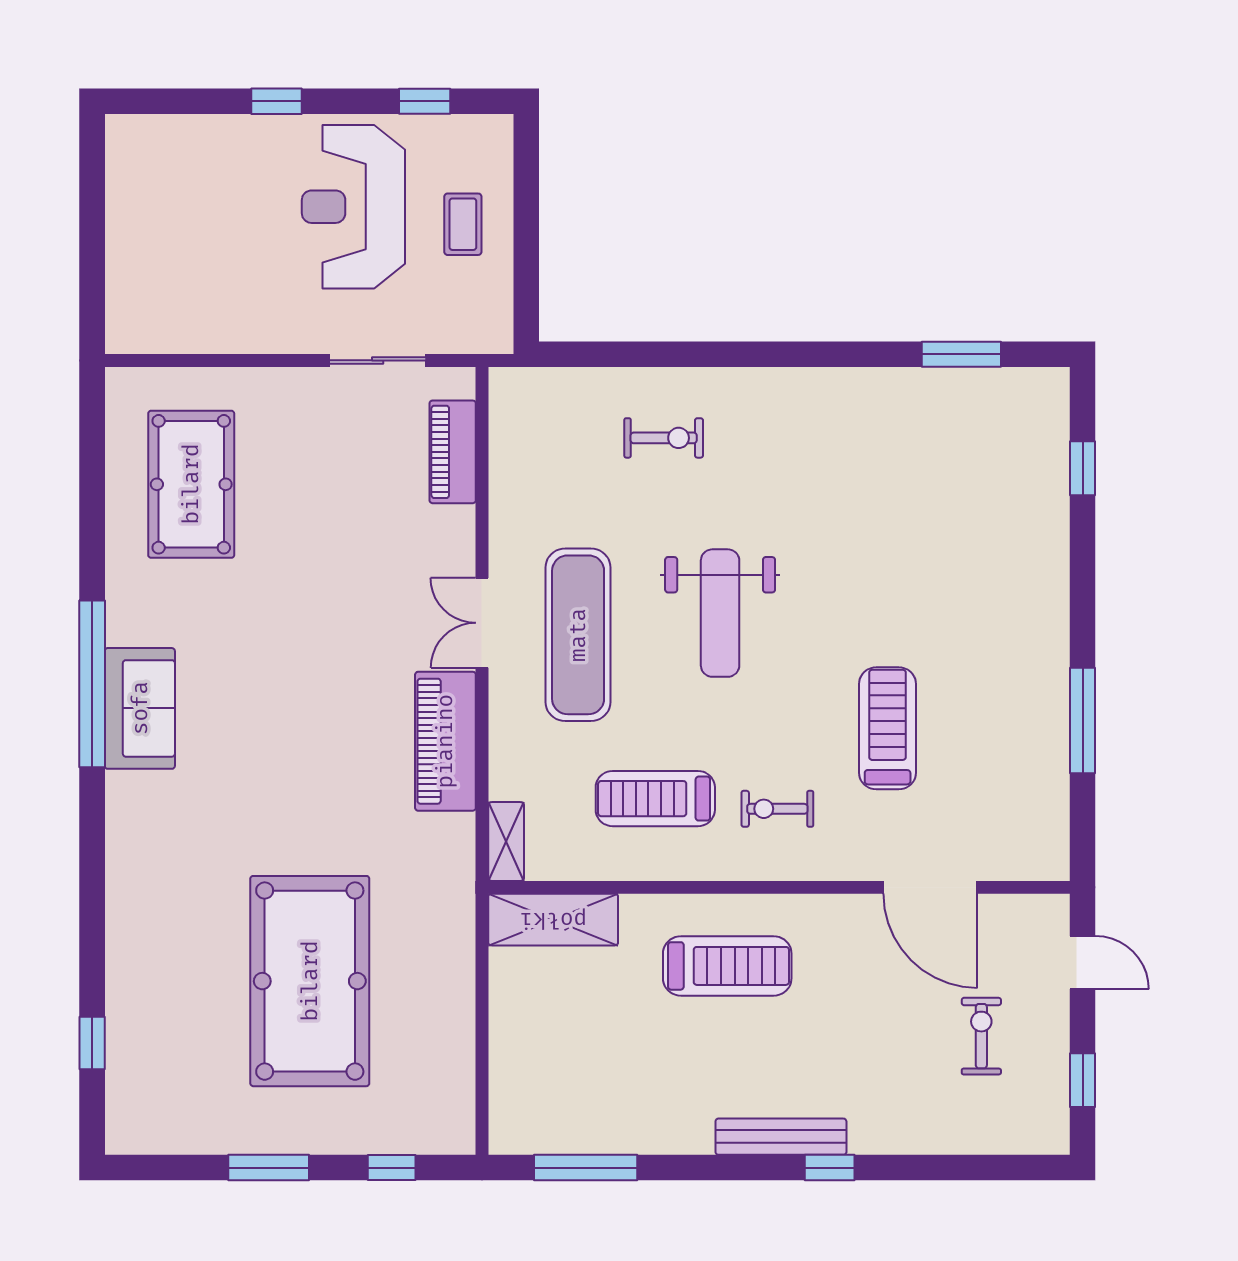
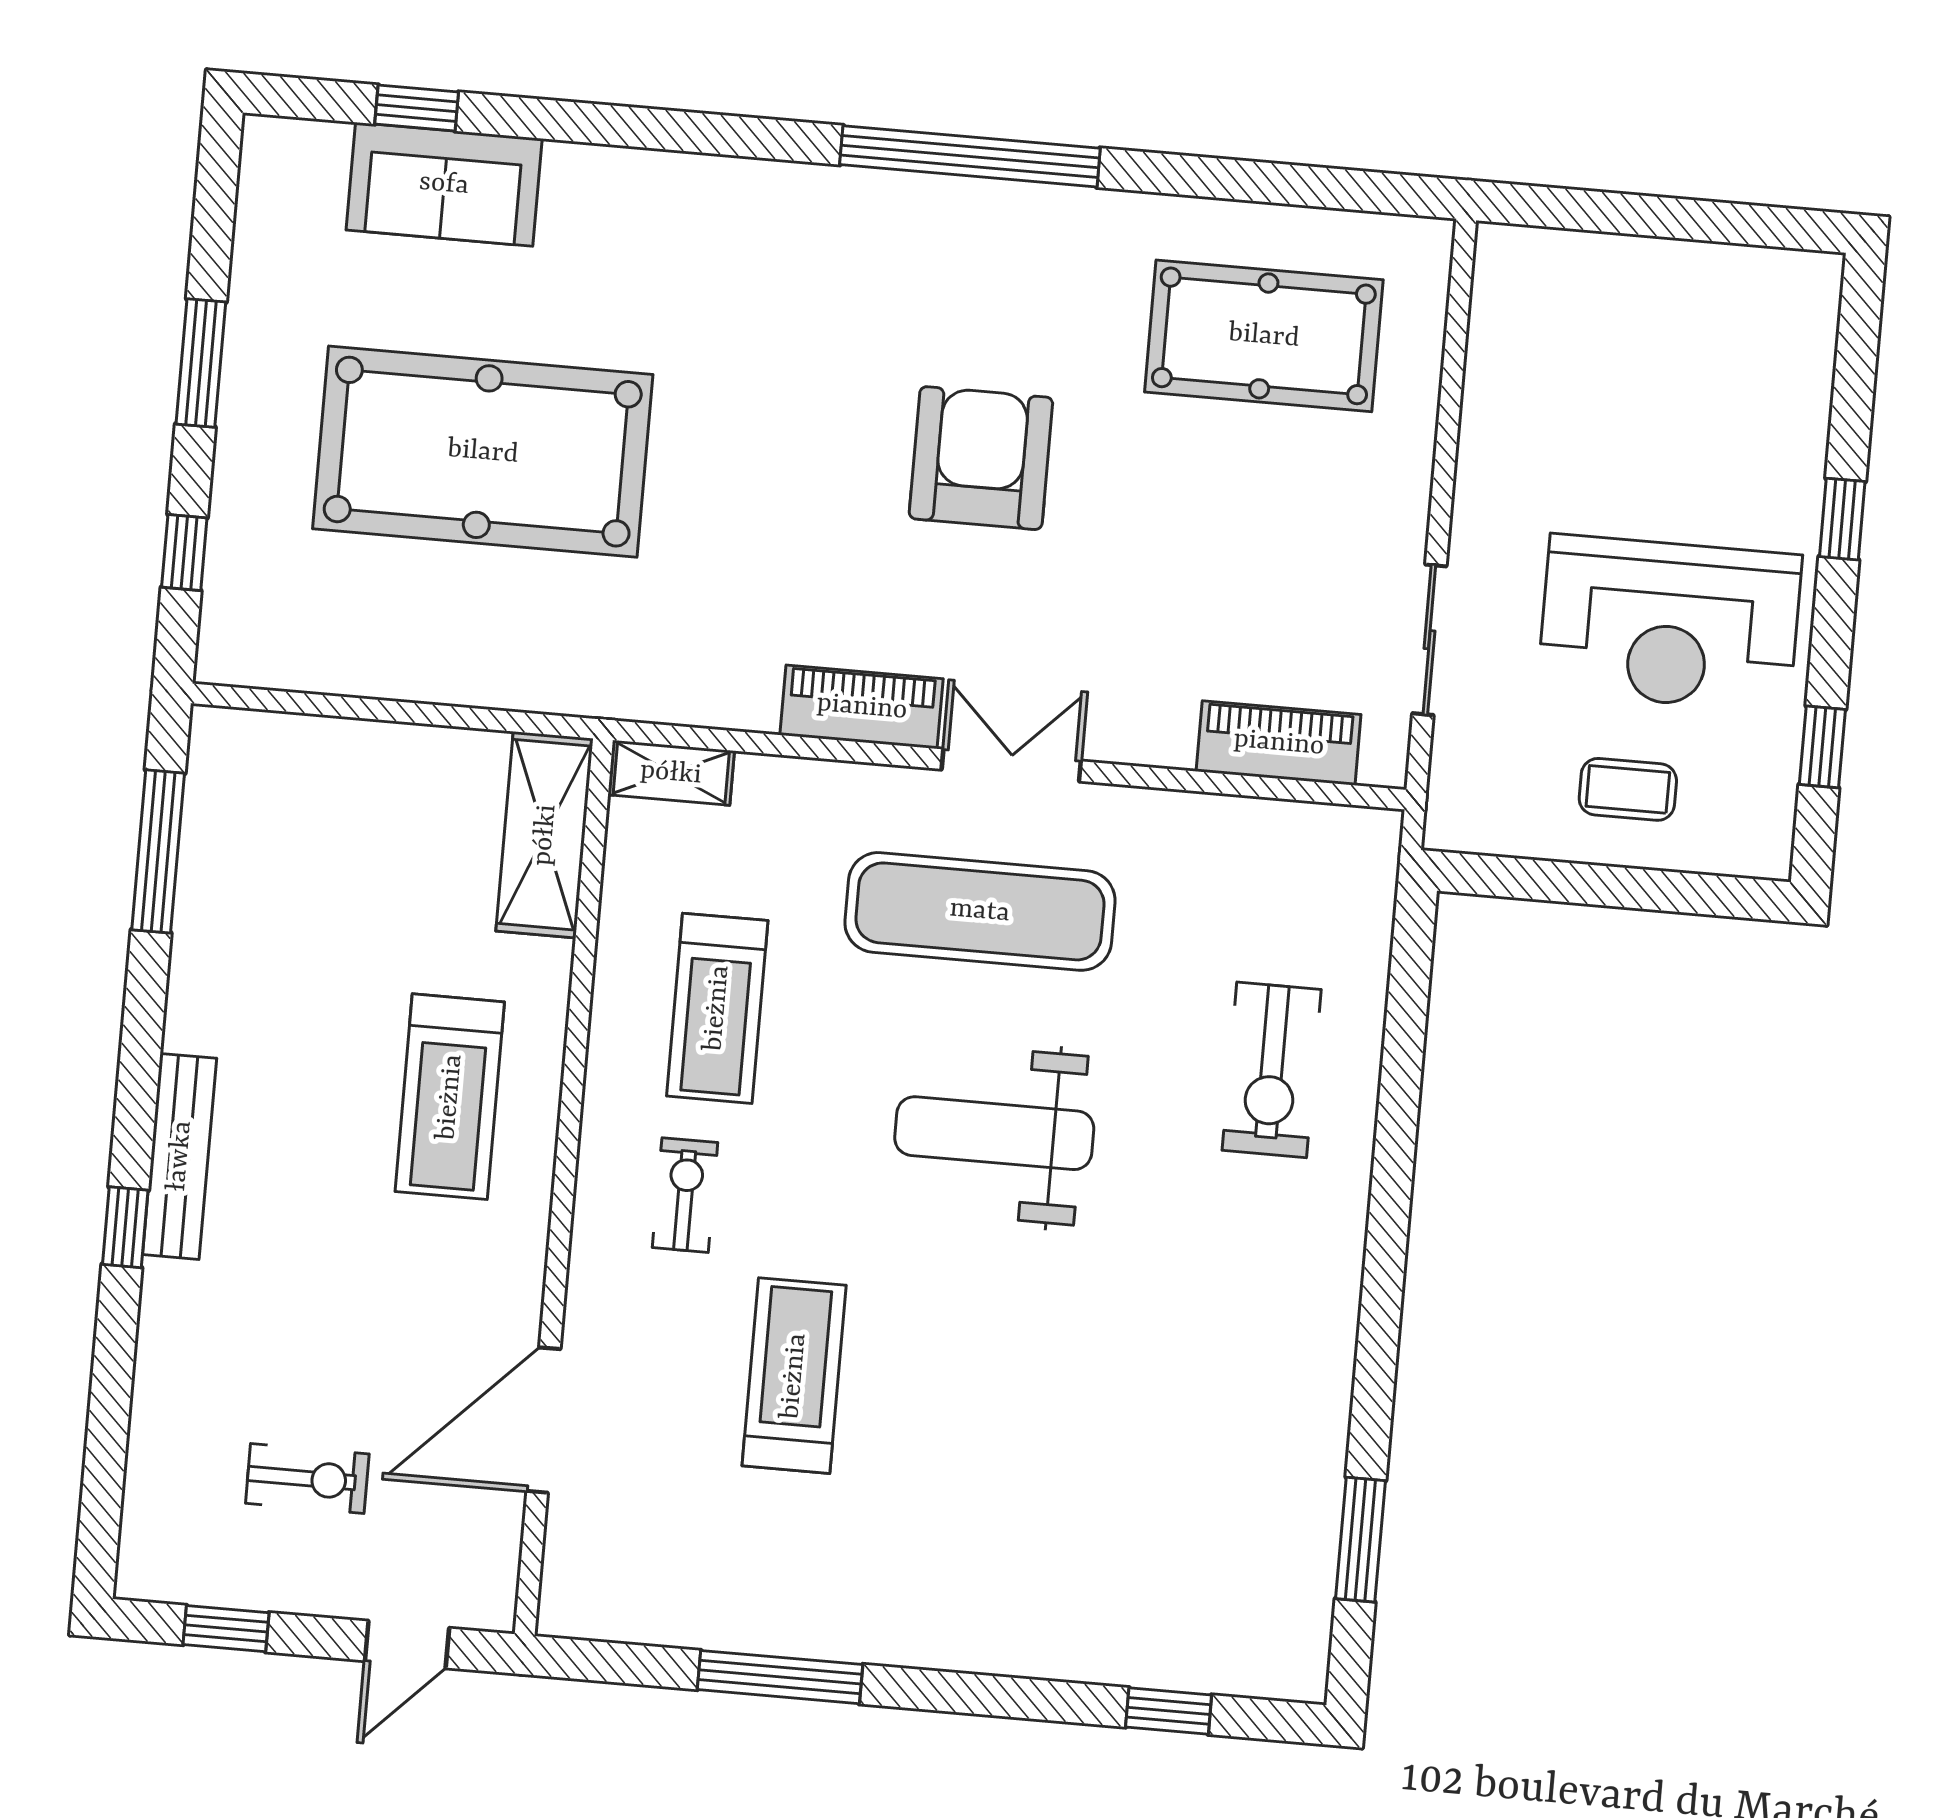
reception desk: (353, 207) -> (1670, 623), turned 180
exercise bike: (664, 438) -> (1272, 1070), width x1.38, depth x1.39
armchair: (286, 660) -> (981, 458), added
sofa: (140, 708) -> (444, 184), moved
treadmill: (888, 728) -> (794, 1376), turned -90
piano: (445, 741) -> (862, 707), width x0.73, depth x0.75
treadmill: (655, 799) -> (717, 1008), turned 180

